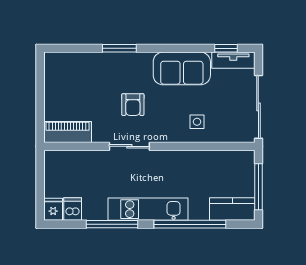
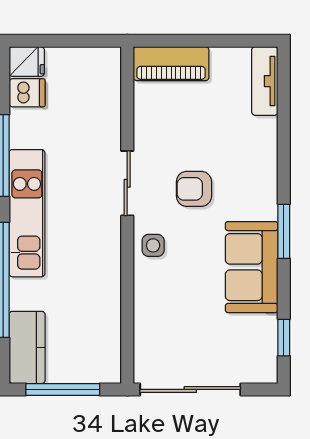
window: (119, 48) -> (284, 231), moved
tv unit: (233, 60) -> (265, 81), moved
side table: (197, 122) -> (153, 245), moved
piano: (68, 132) -> (171, 64), moved, turned 90

